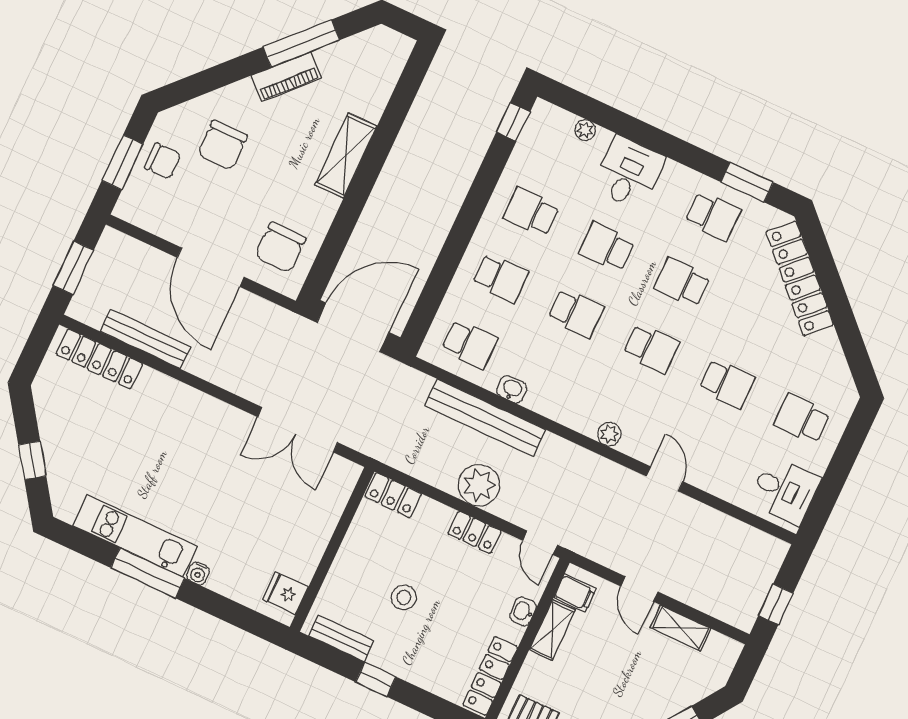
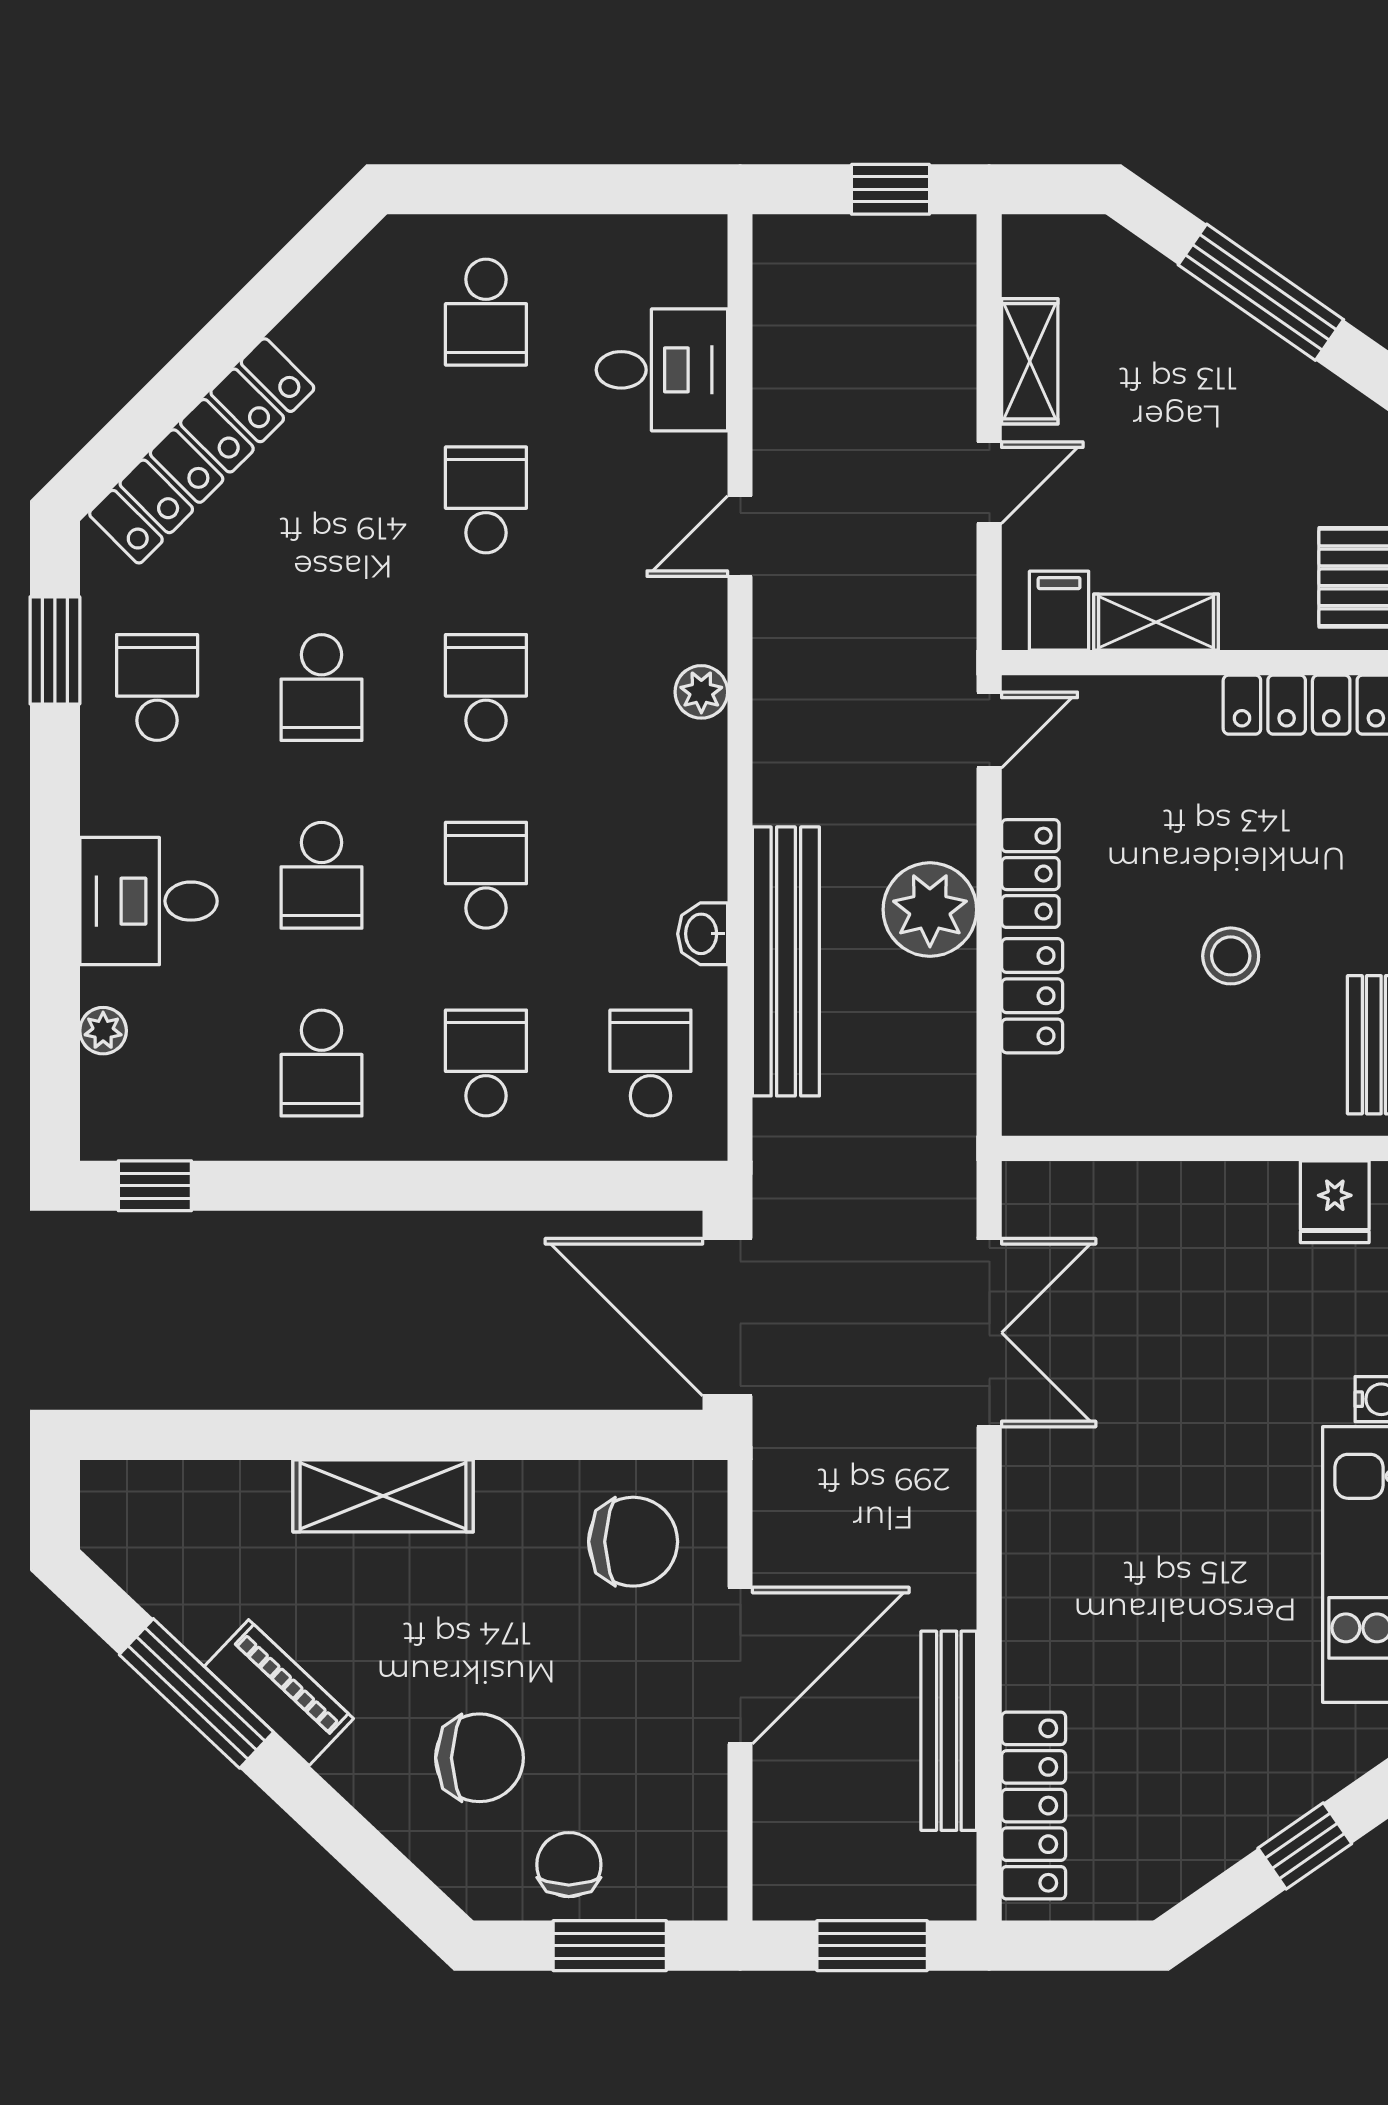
desk: (785, 490) -> (662, 370), moved, turned 90
locker: (393, 495) -> (1032, 996), moved
washbasin: (523, 611) -> (1145, 699), removed

